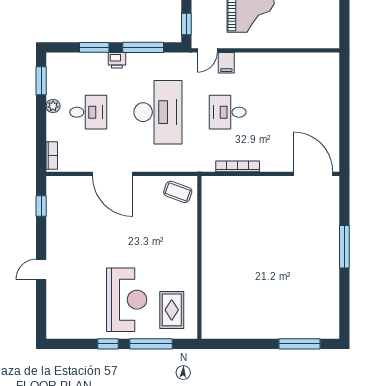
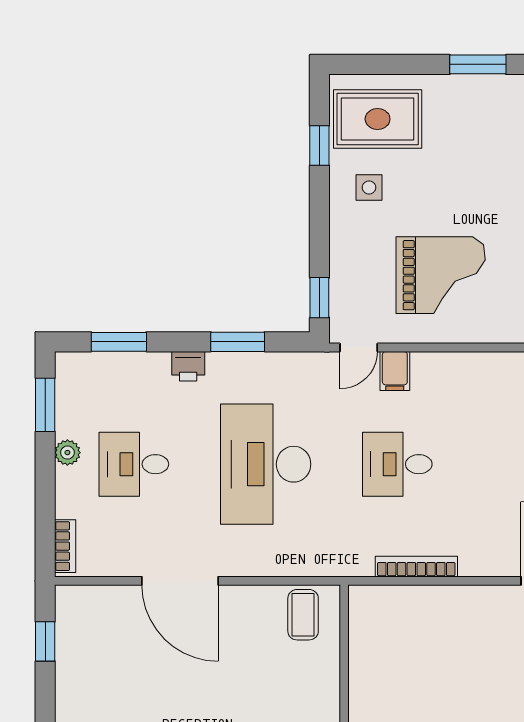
window: (94, 47) -> (119, 342), moved
window: (143, 47) -> (238, 342), width x0.69
desk: (88, 112) -> (134, 464), turned 180
desk: (158, 112) -> (266, 464), turned 180
coffee table: (178, 192) -> (303, 615), turned 70

